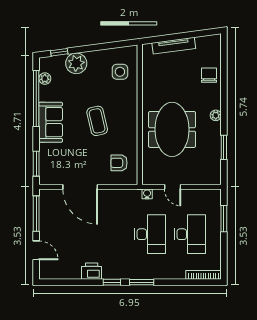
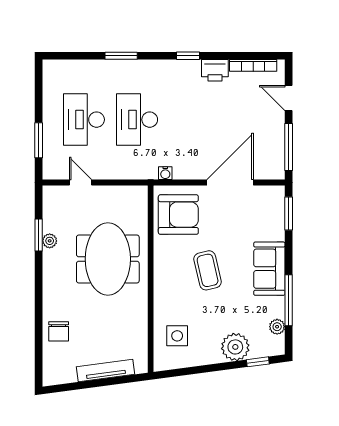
window: (36, 98) -> (289, 300), width x0.68
plant: (216, 115) -> (50, 241), moved
armchair: (119, 163) -> (178, 215), width x1.88, depth x1.88
door: (80, 187) -> (230, 183), hinge flipped
door: (173, 187) -> (81, 183), moved
water cooler: (147, 194) -> (165, 173), moved
bookcase: (203, 275) -> (253, 65), moved
window: (142, 282) -> (121, 56), moved

